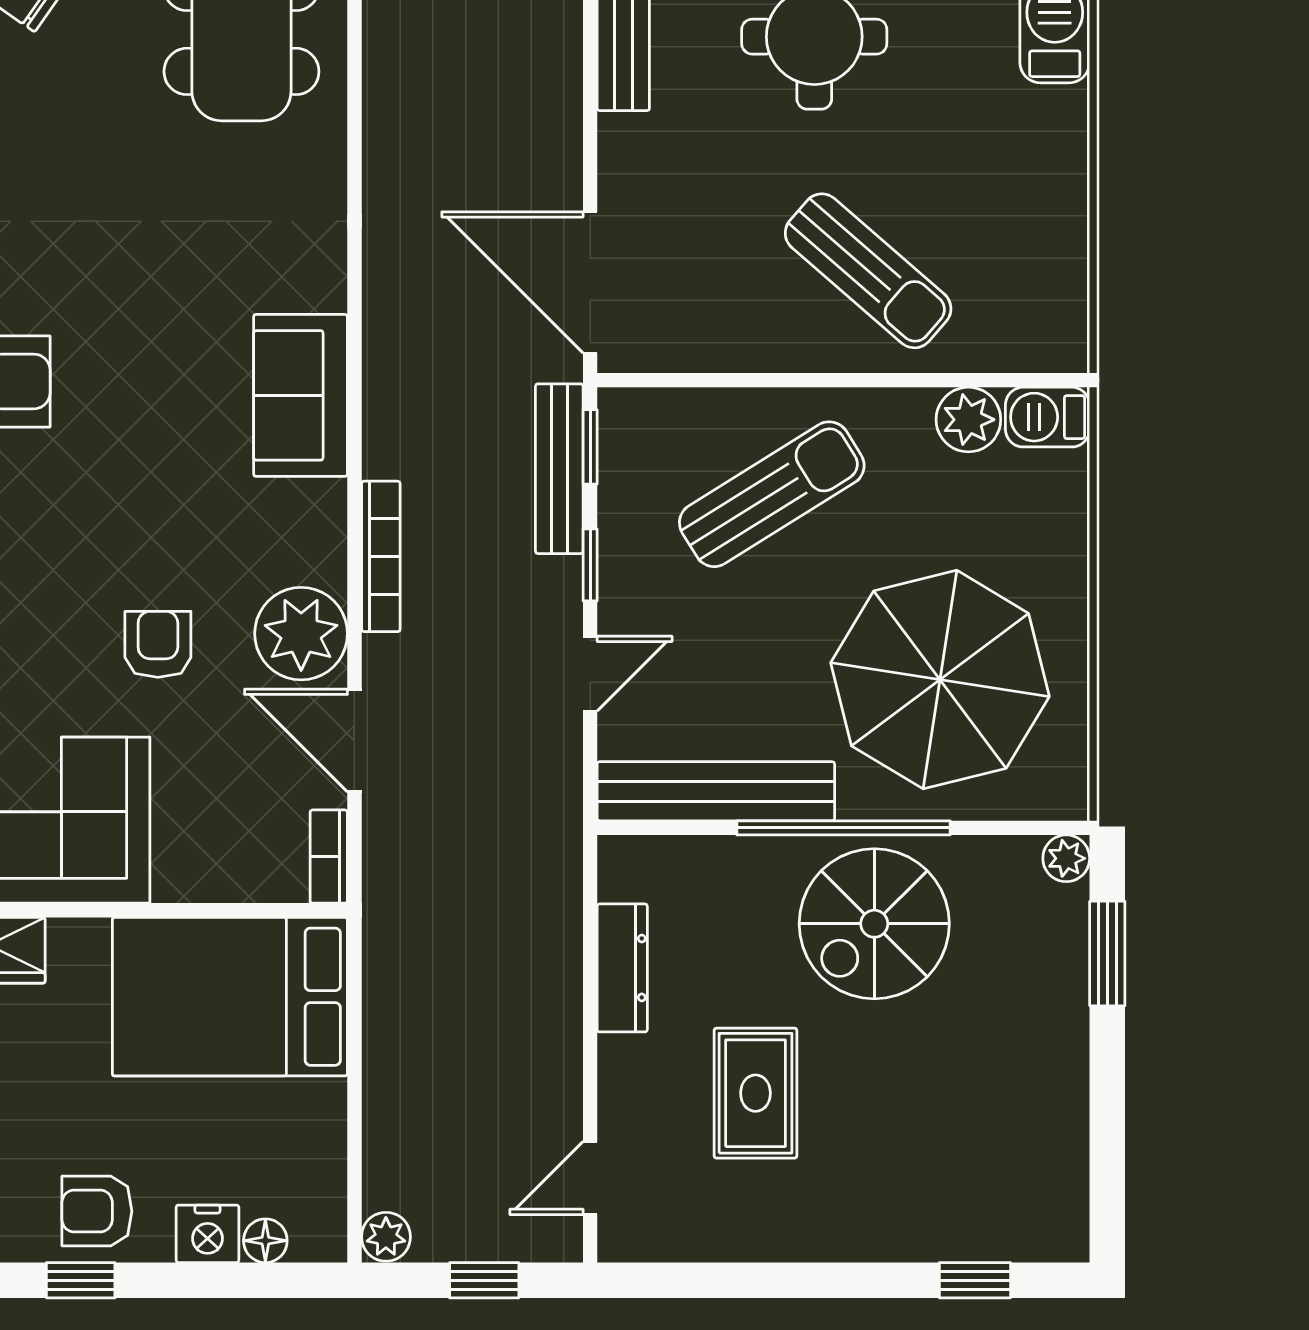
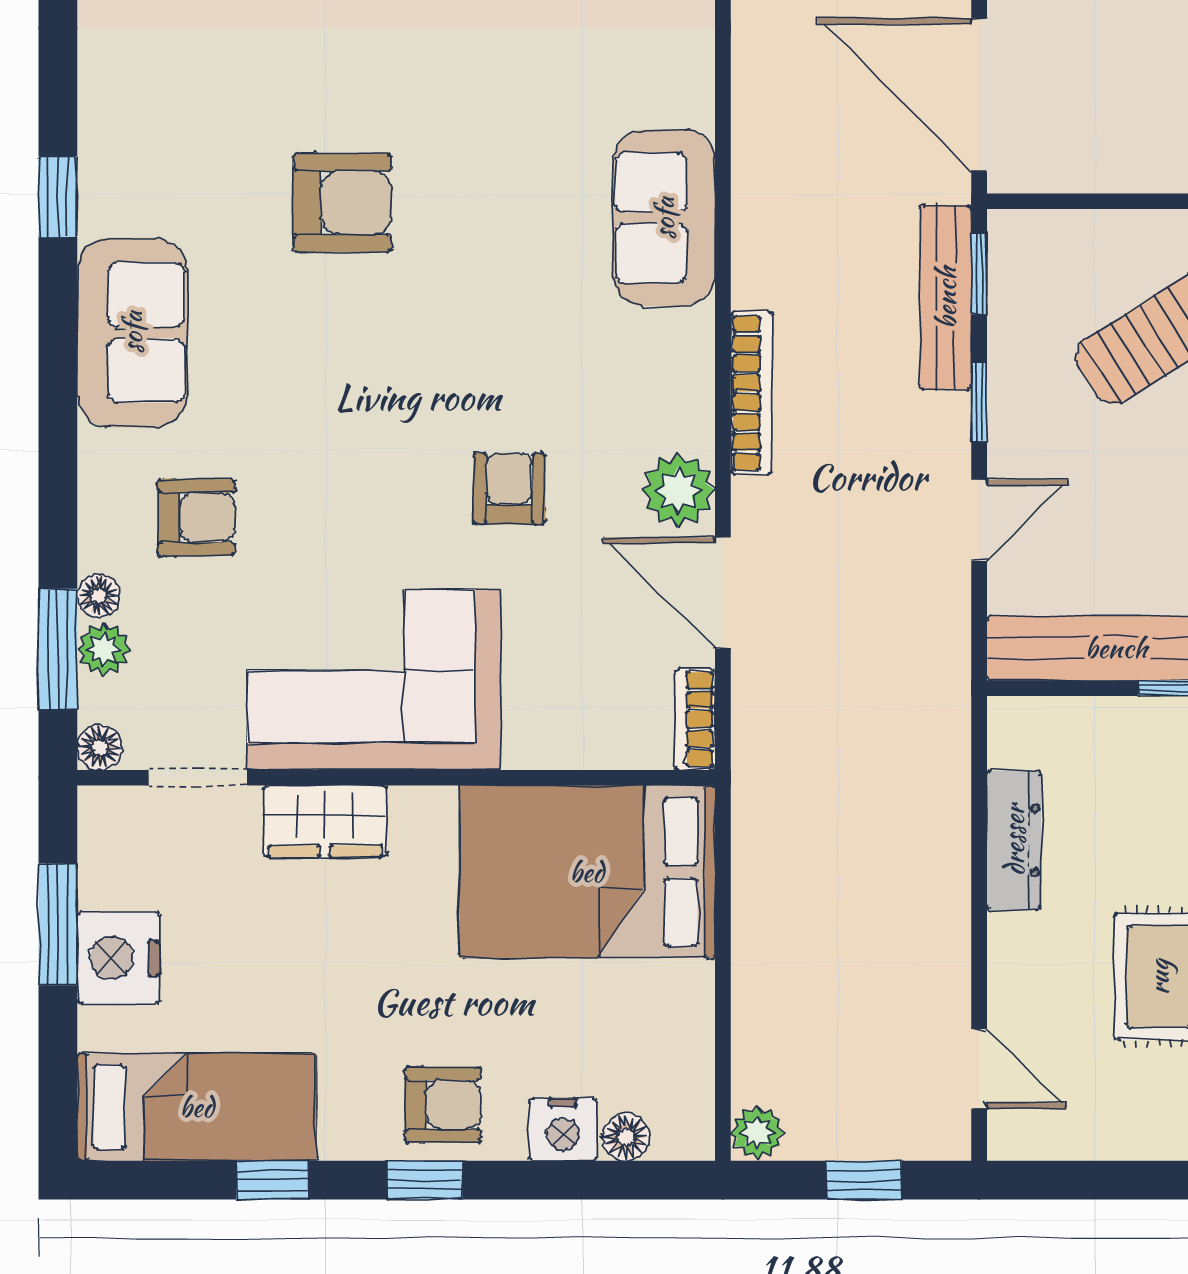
plant: (301, 634) -> (678, 490), width x0.73, depth x0.73
door: (590, 1178) -> (979, 1069), swing flipped
armchair: (97, 1211) -> (443, 1105), turned 180

